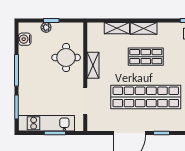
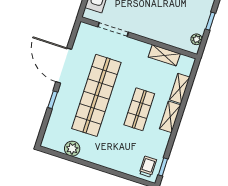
plant: (46, 27) -> (196, 39), moved
round table: (66, 58) -> (166, 24), removed
shelving: (93, 65) -> (164, 55), moved

